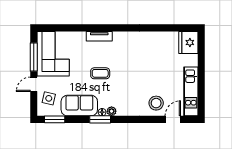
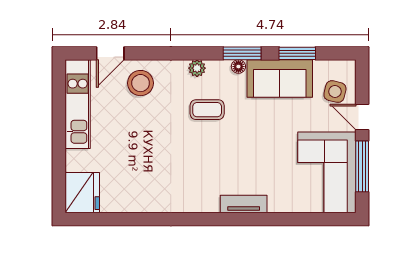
coffee table: (100, 73) -> (207, 110), moved
door: (34, 84) -> (362, 117), swing flipped
plant: (112, 111) -> (197, 68), moved
window: (55, 119) -> (297, 53), moved

